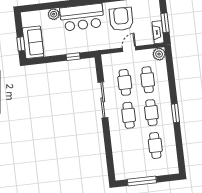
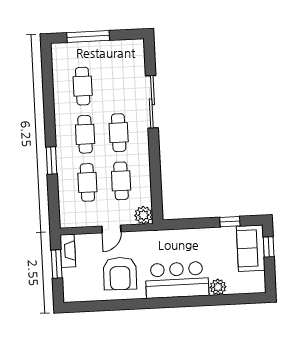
plant: (159, 54) -> (144, 215), moved
window: (73, 57) -> (230, 222), moved
sliding door: (103, 100) -> (152, 102), moved
window: (175, 113) -> (52, 160), moved
window: (142, 181) -> (88, 36), moved

